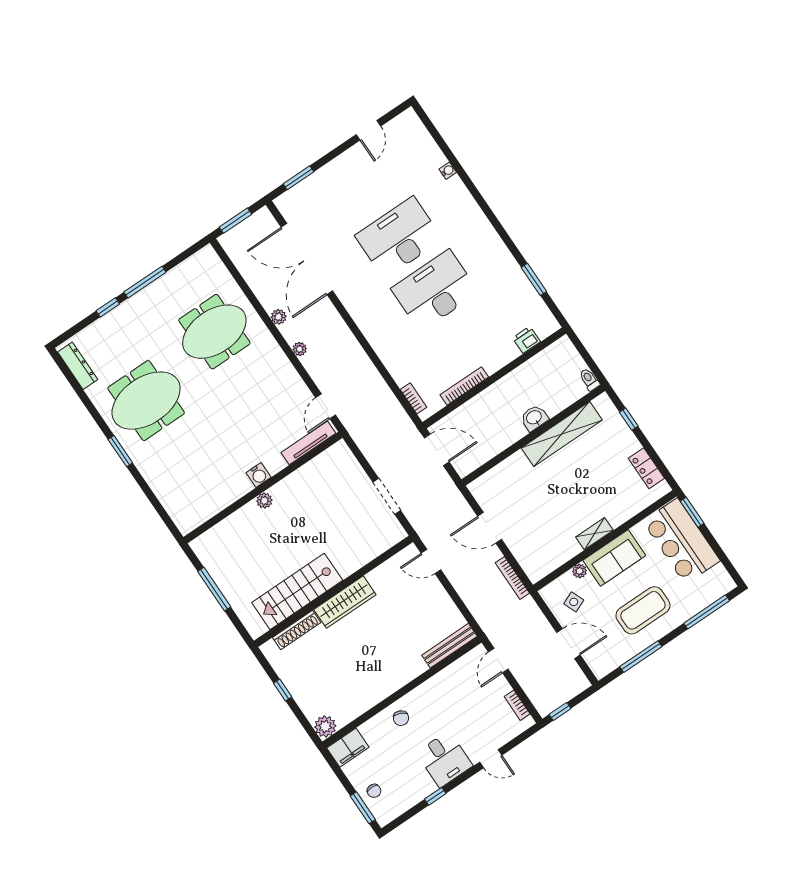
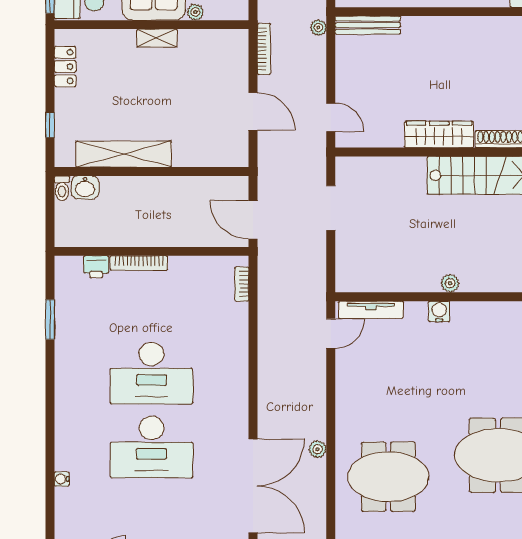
plant: (300, 349) -> (318, 28), moved
bookcase: (464, 386) -> (139, 263), moved
washbasin: (534, 418) -> (85, 187), moved

